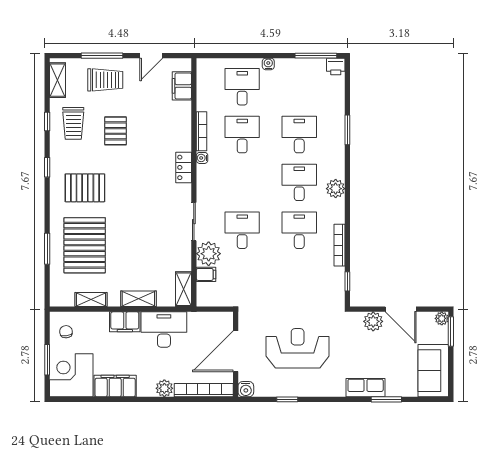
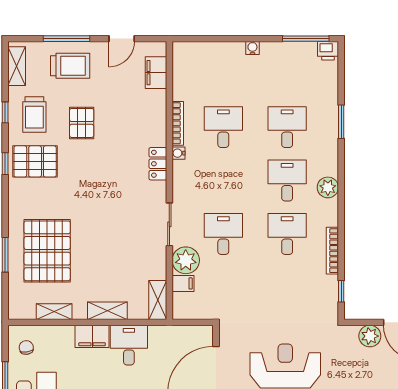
desk: (242, 87) -> (223, 74), removed
pallet: (85, 188) -> (35, 161), moved
desk: (164, 330) -> (129, 345), width x0.73

